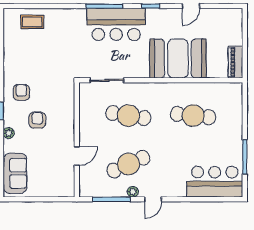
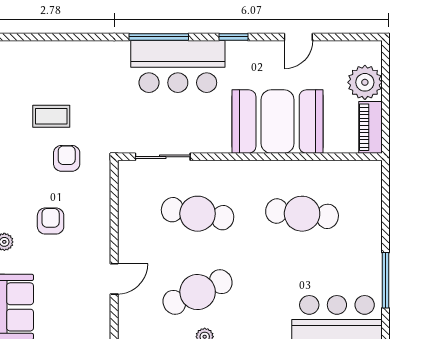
coffee table: (32, 22) -> (51, 116), moved
plant: (232, 34) -> (365, 82), added
armchair: (21, 92) -> (67, 158), moved

